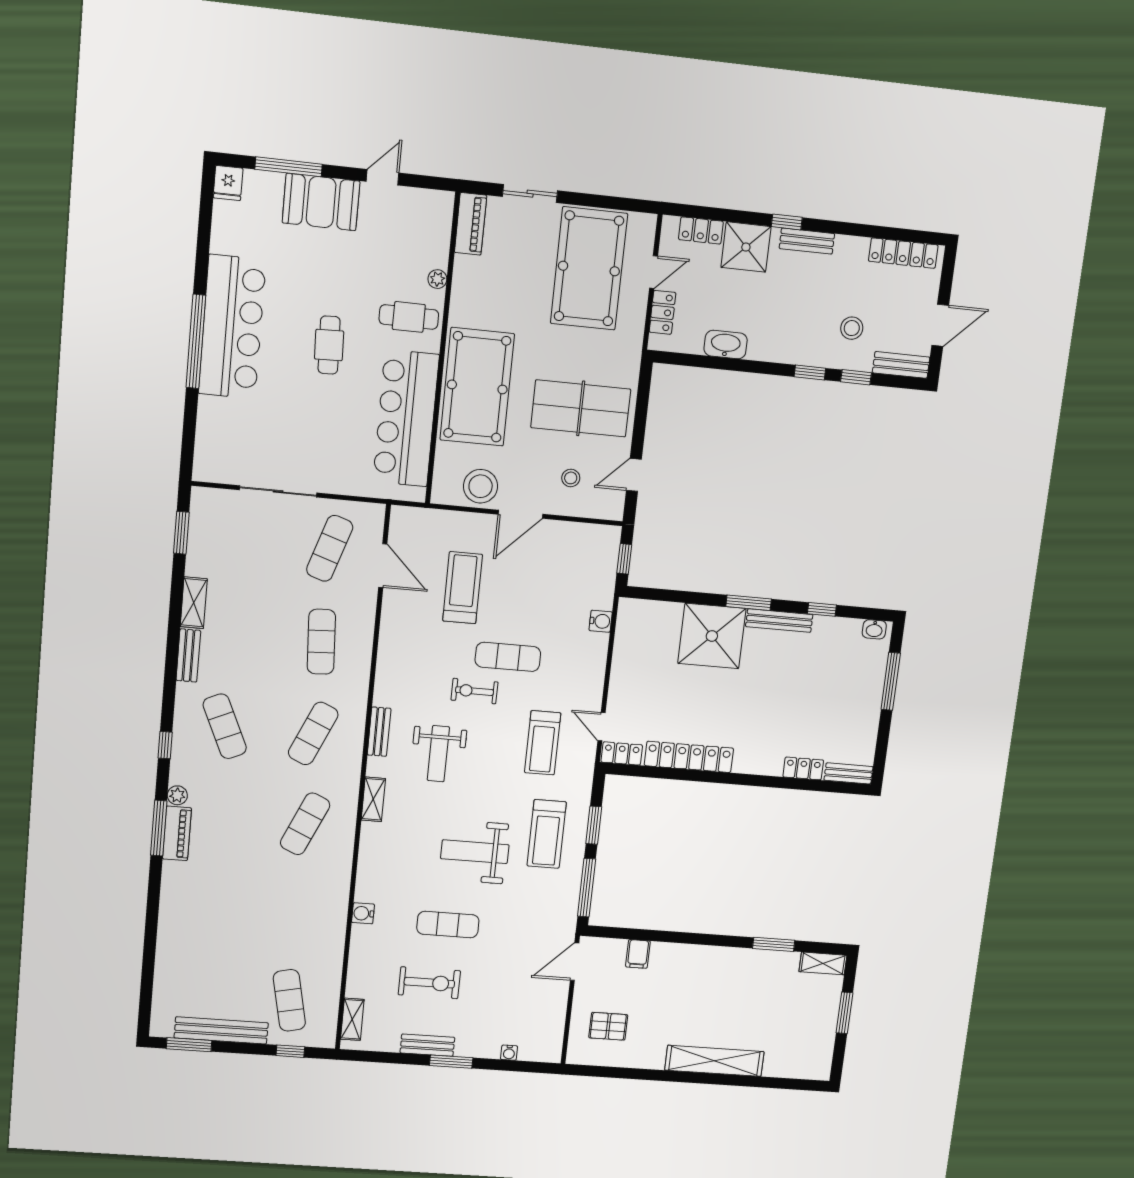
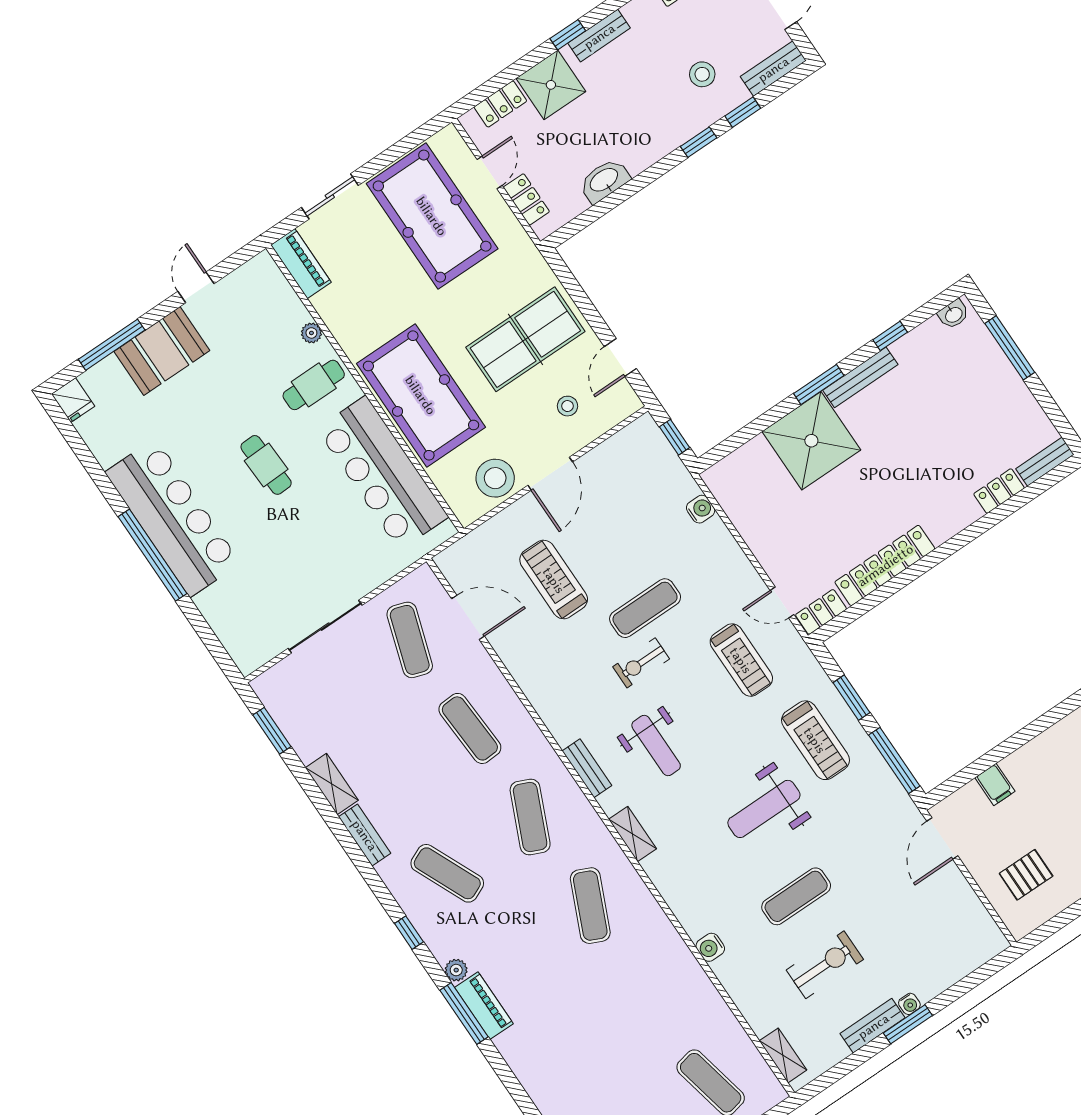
water cooler: (509, 1053) -> (909, 1004), moved

